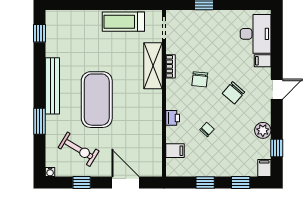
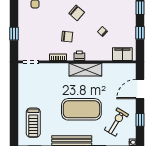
treadmill: (123, 22) -> (33, 123), moved
shelving: (153, 66) -> (85, 70), moved
printer: (173, 118) -> (79, 56), moved
filing cabinet: (175, 151) -> (122, 54), width x2.00

